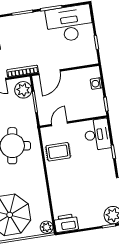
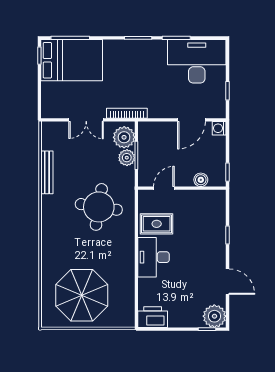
door: (49, 72) -> (191, 120), moved
washing machine: (96, 84) -> (219, 128), moved
boiler: (87, 113) -> (201, 180), added
desk: (97, 135) -> (154, 257), moved, turned 180
plant: (47, 227) -> (127, 158), moved

